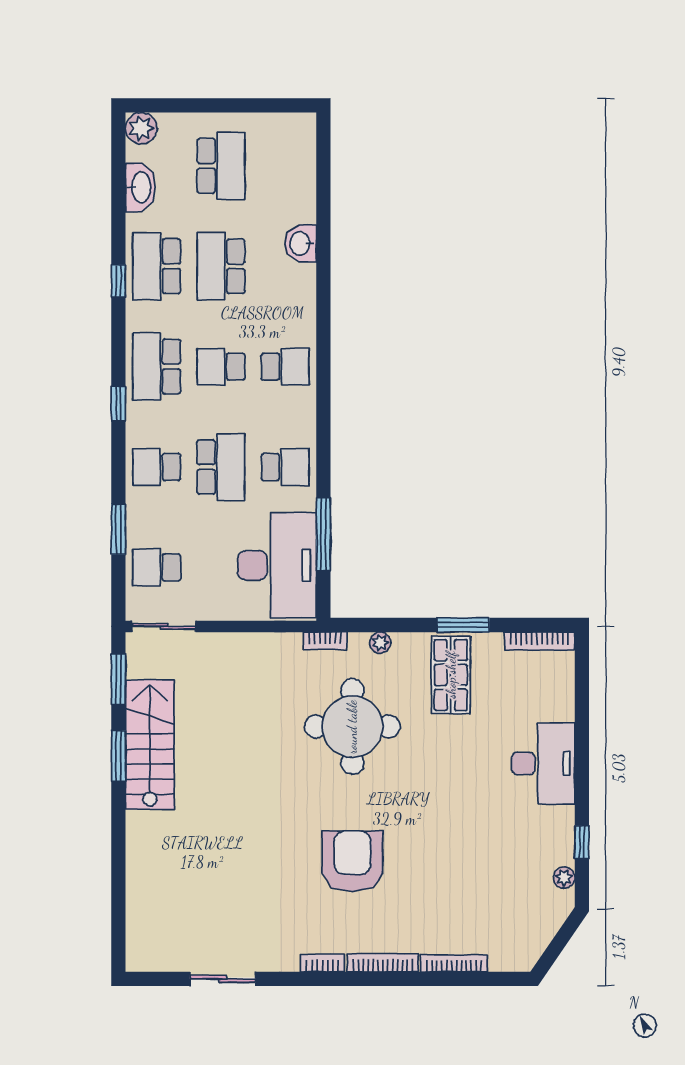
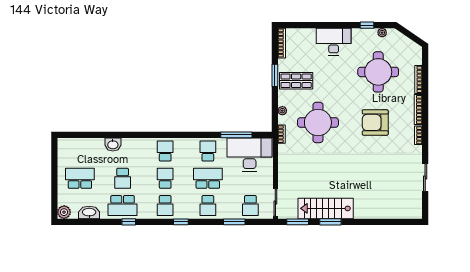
school desk: (221, 266) -> (123, 178), width x0.54
school desk: (157, 367) -> (165, 206), width x0.54
school desk: (221, 367) -> (165, 178), turned 180
round table: (472, 868) -> (378, 72), added

